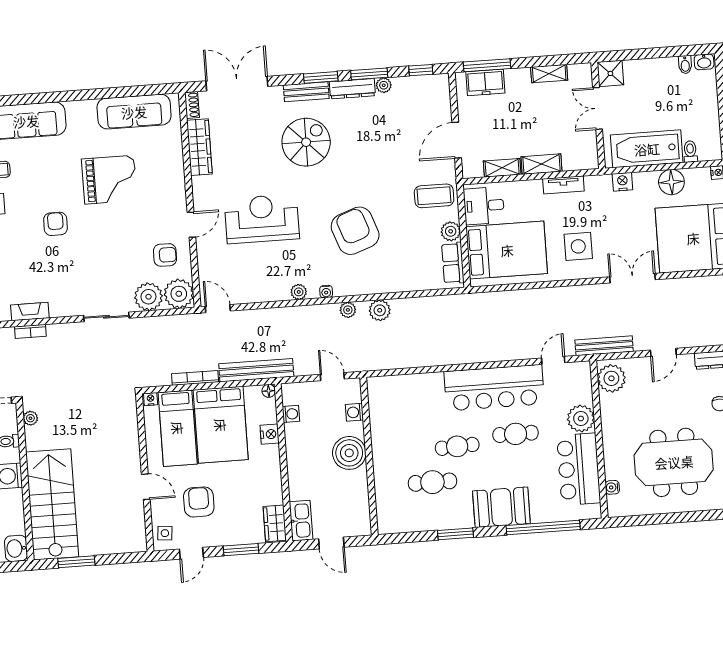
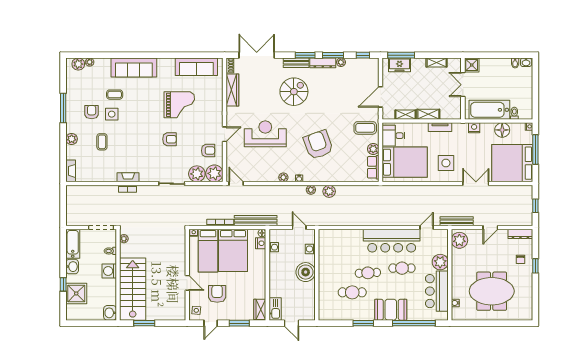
armchair: (55, 224) -> (169, 139), moved, turned 90
nightstand: (270, 434) -> (261, 243), moved

